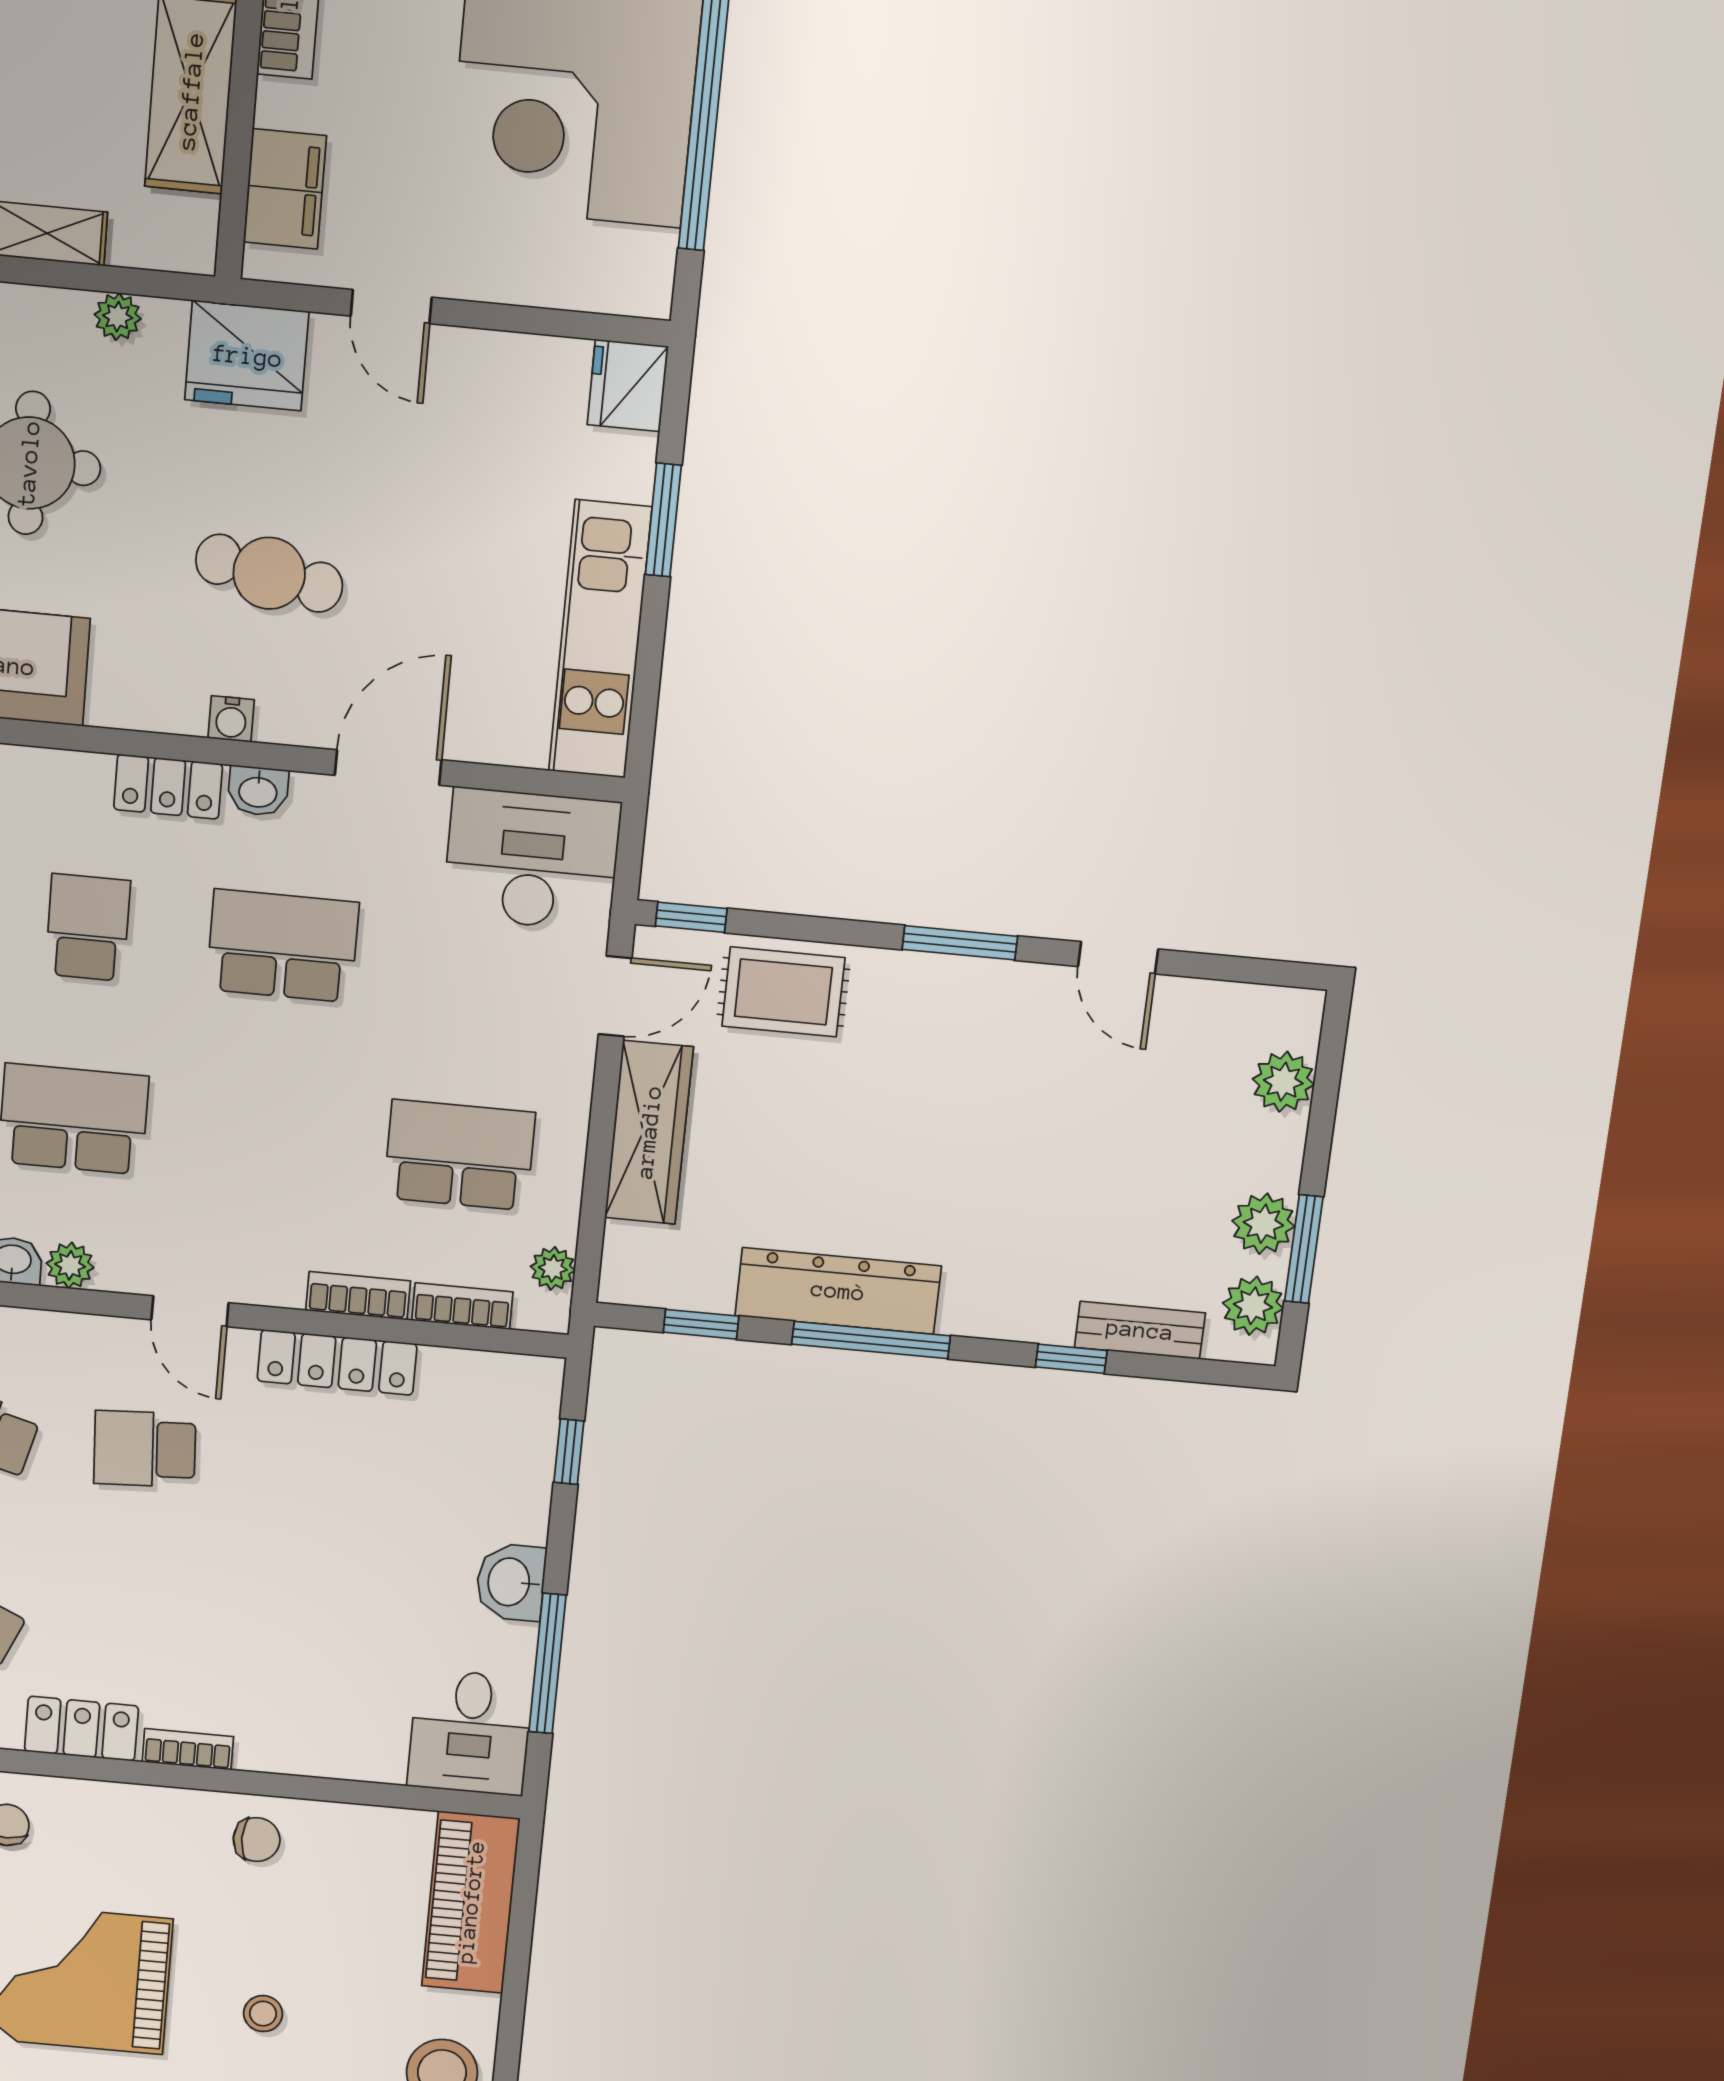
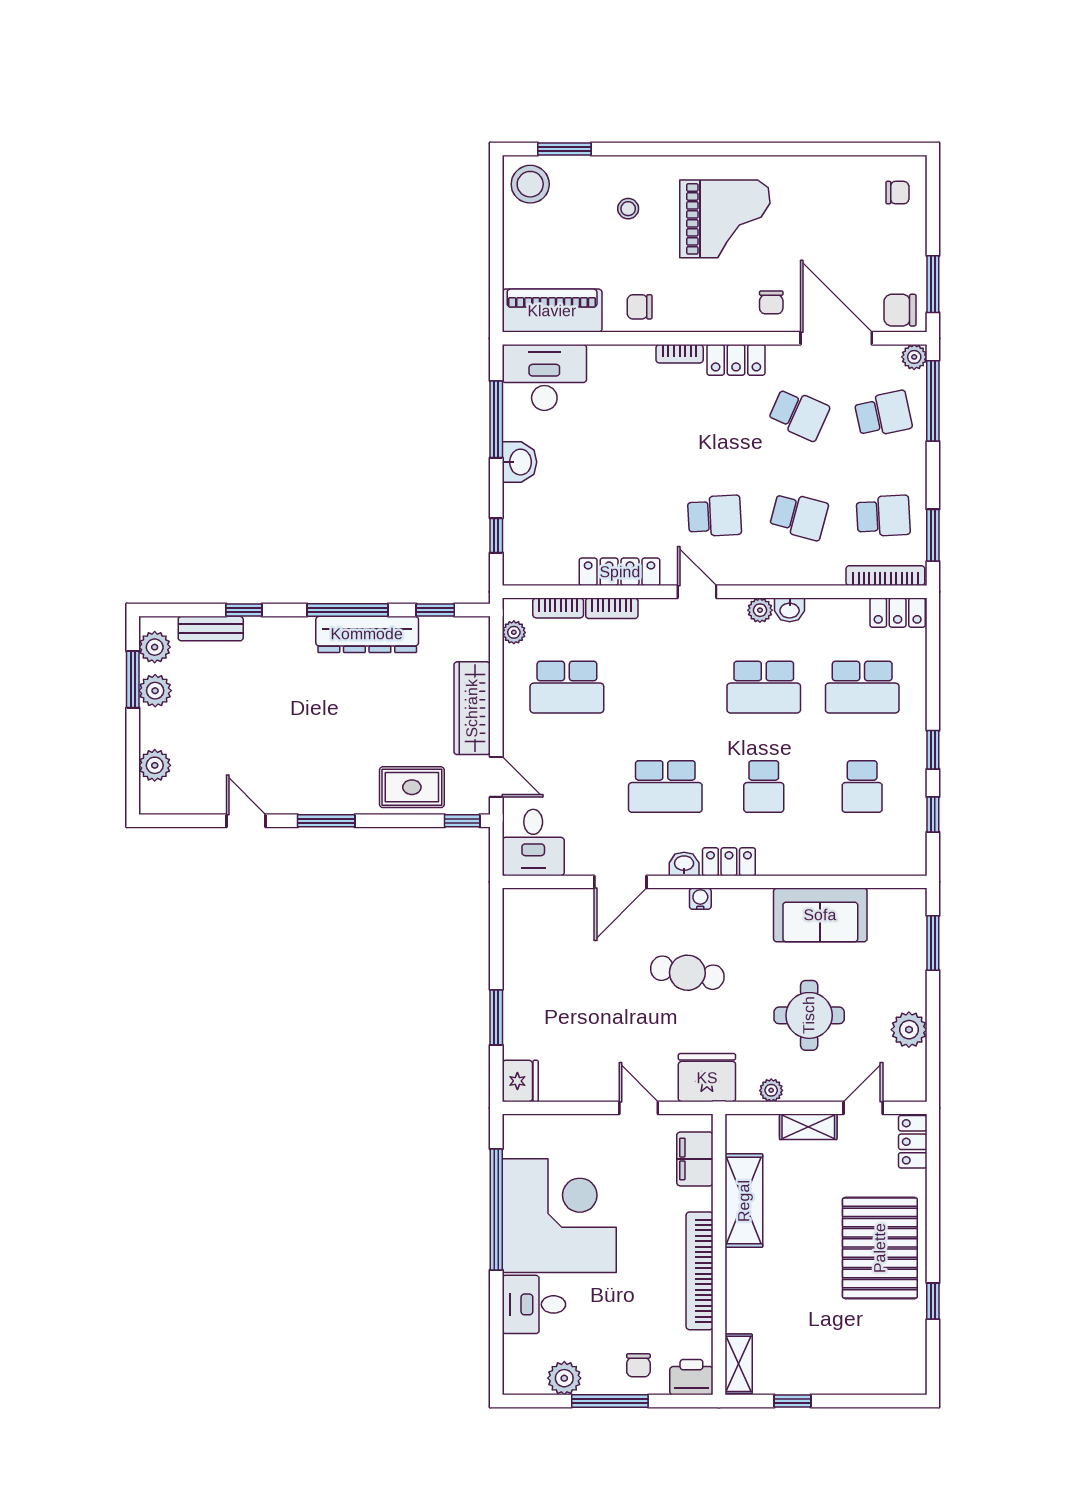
kitchen unit: (600, 639) -> (521, 956), removed
desk: (532, 859) -> (533, 842), width x0.73
door: (615, 996) -> (496, 777), swing flipped
desk: (470, 1732) -> (544, 377), width x1.37
piano: (471, 1902) -> (552, 311), moved, turned -90

